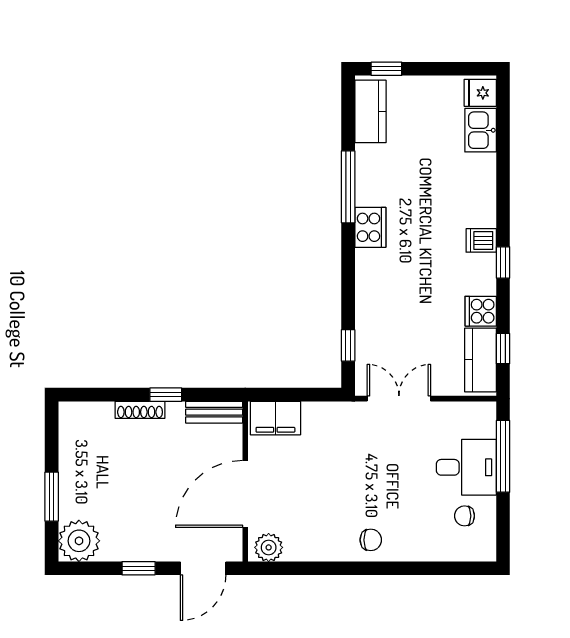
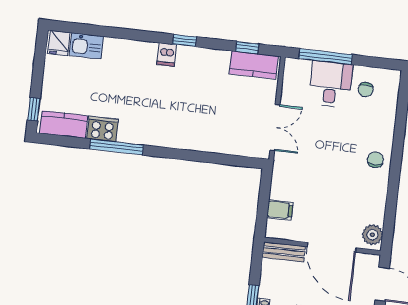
cooker: (370, 227) -> (102, 129), moved
cooker: (481, 311) -> (218, 61), removed
window: (348, 345) -> (232, 160), removed
double door: (399, 399) -> (275, 128), swing flipped
bench: (214, 412) -> (284, 252), moved, turned 90
filing cabinet: (275, 418) -> (280, 210), width x0.50

